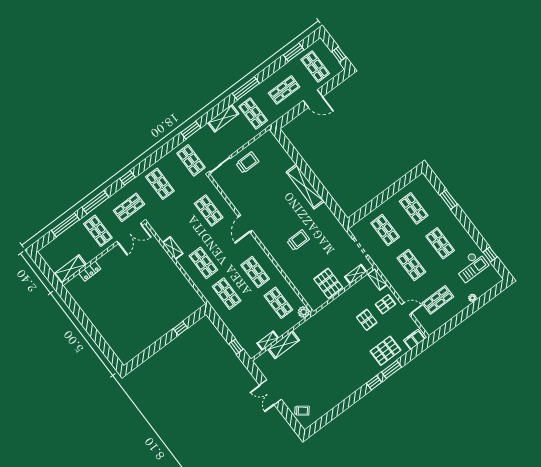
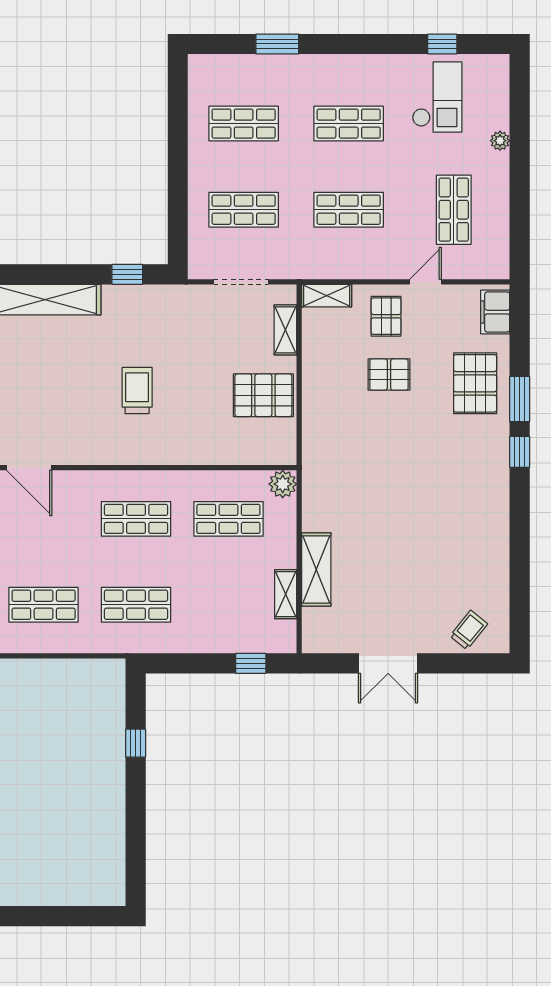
window: (334, 208) -> (127, 274), added

